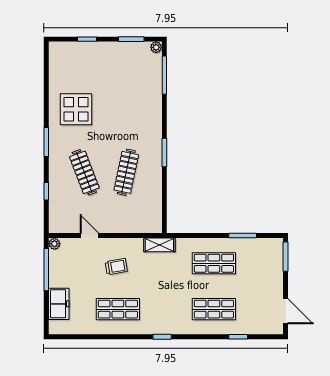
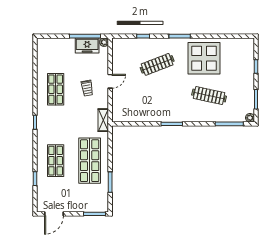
display table: (76, 109) -> (204, 58), width x1.36, depth x1.36
clothes rail: (126, 172) -> (209, 96), moved
door: (89, 236) -> (110, 81), moved
shop shelf: (214, 263) -> (90, 161), width x1.43, depth x1.36
freezer: (59, 304) -> (87, 45), moved

